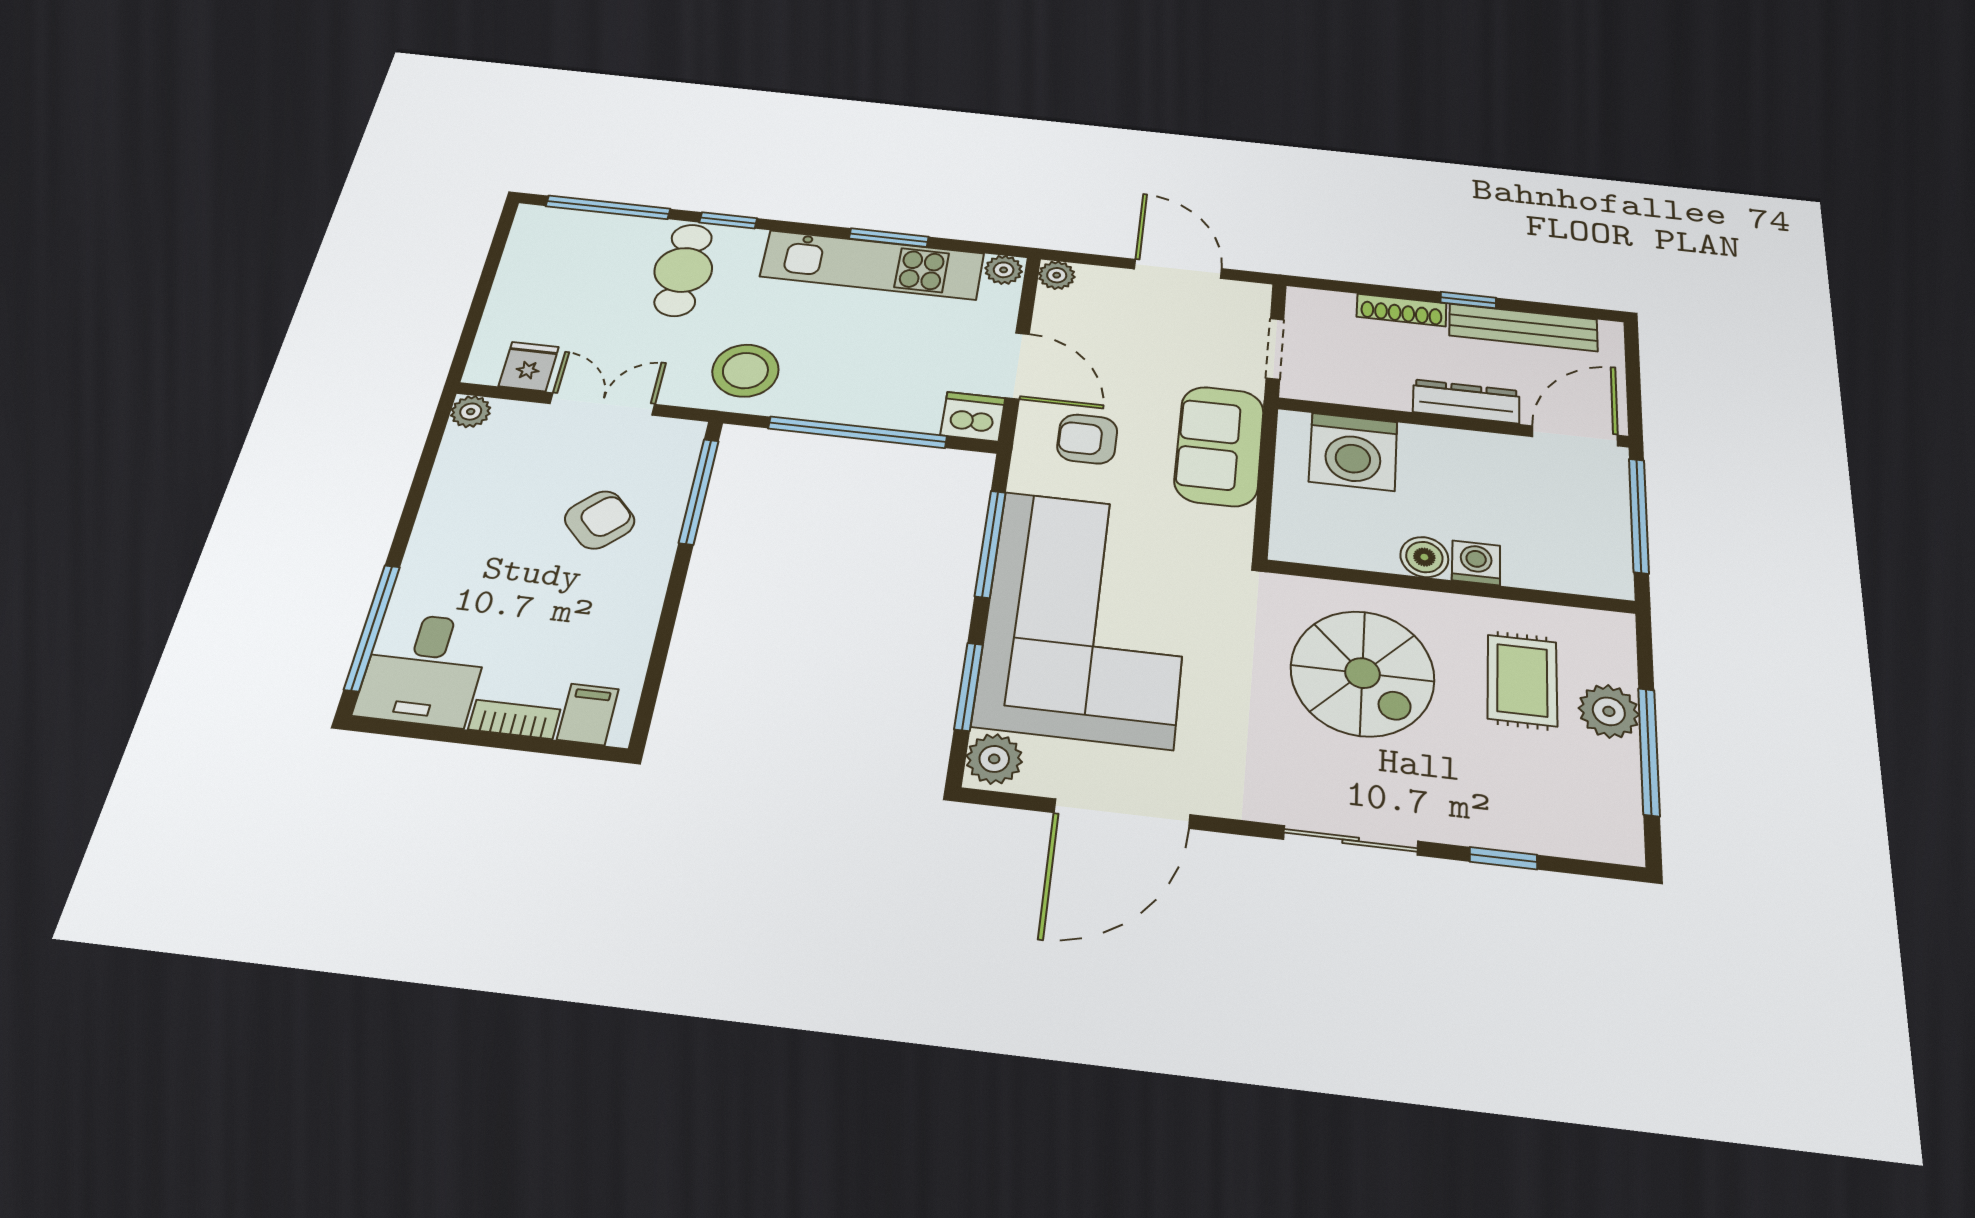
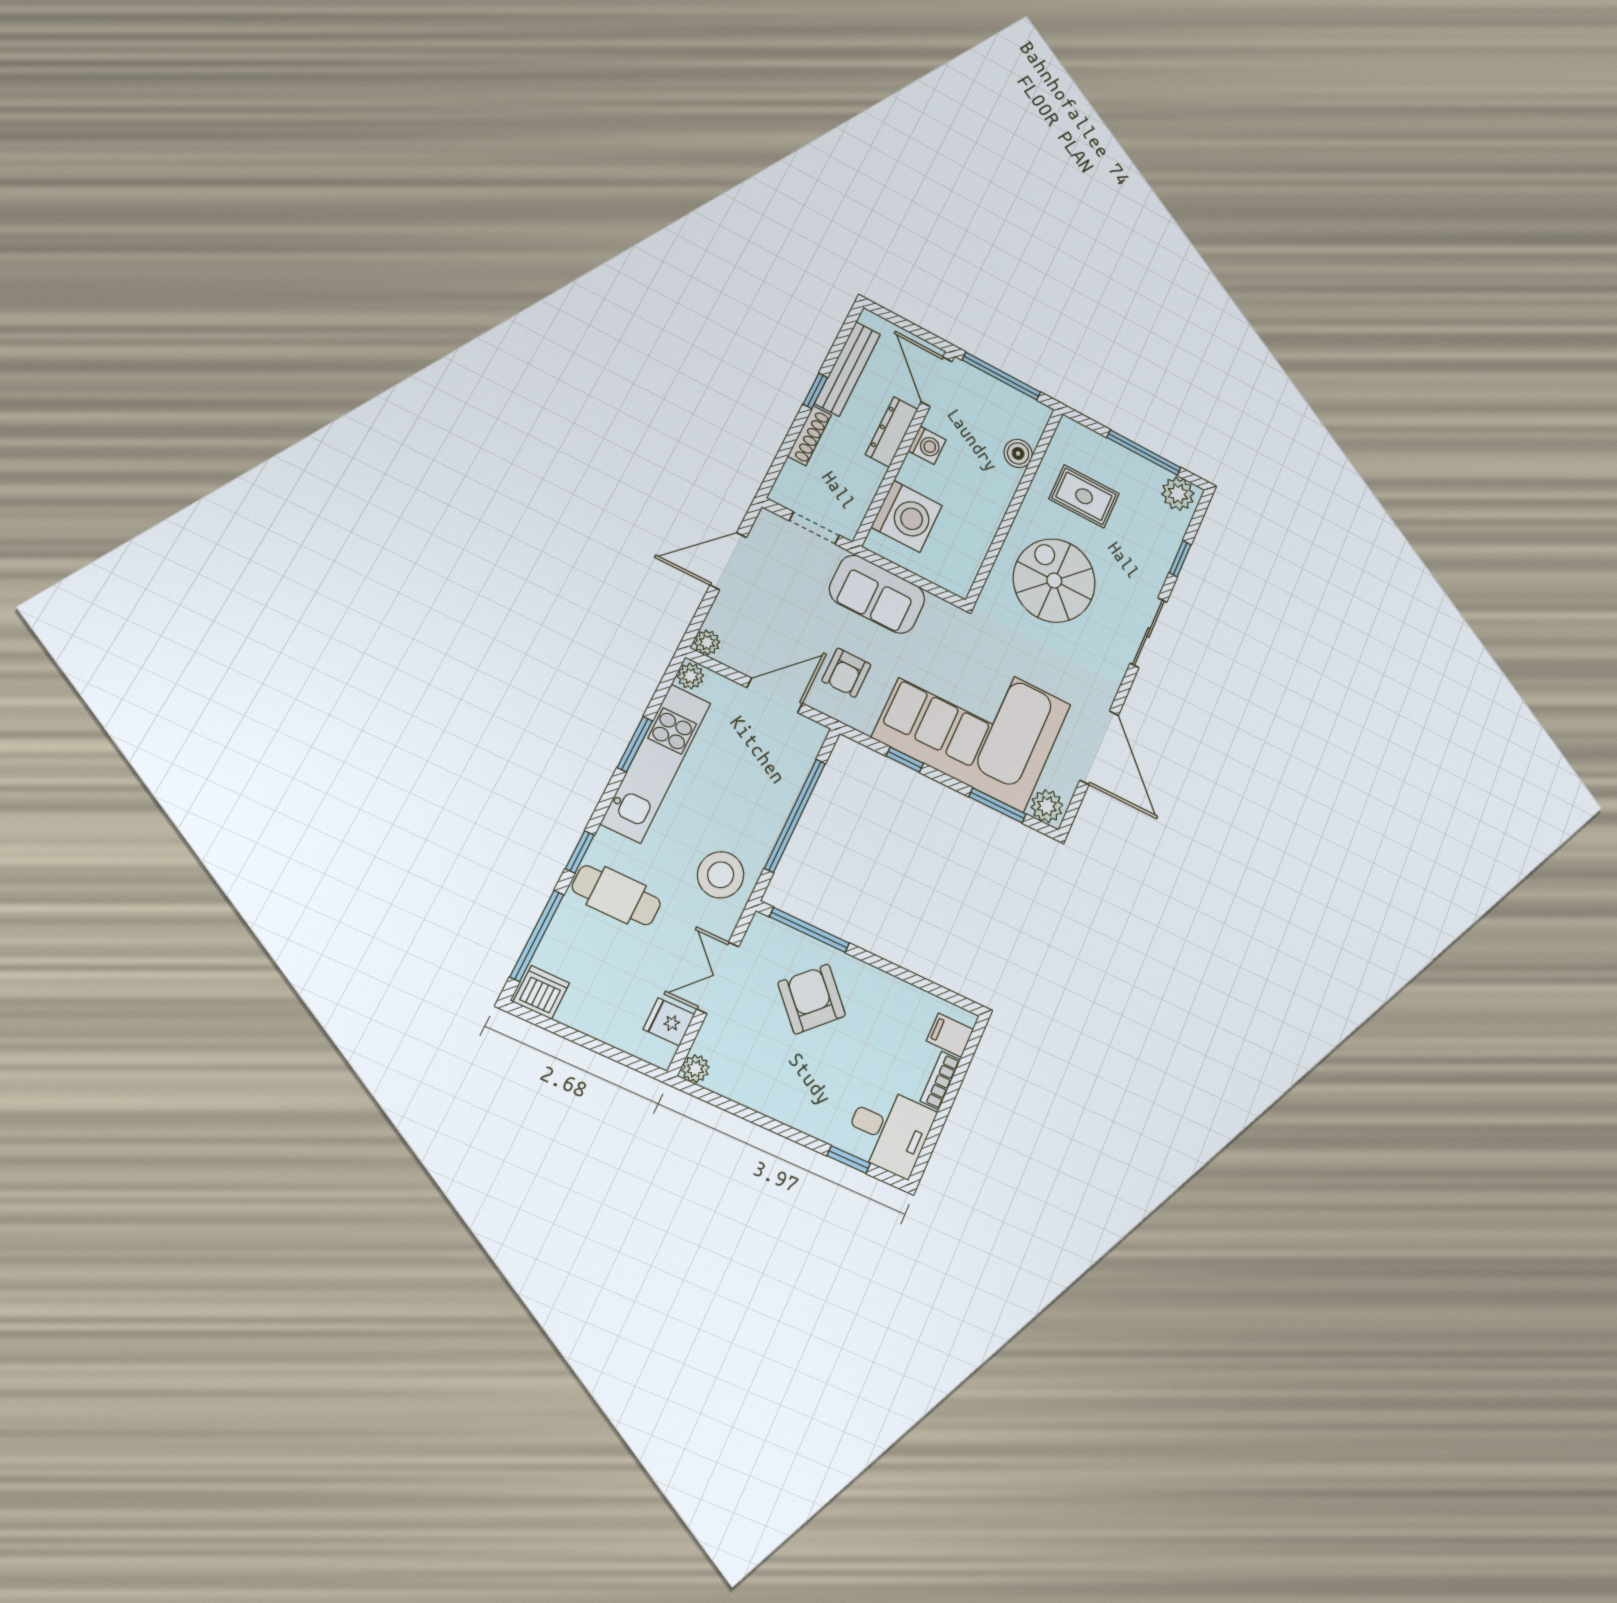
dishwasher: (973, 417) -> (541, 992), moved, turned 90
armchair: (600, 520) -> (812, 999), width x1.38, depth x1.38
window: (990, 544) -> (905, 760), width x0.46
boiler: (1424, 557) -> (1018, 453), moved
washing machine: (1476, 563) -> (927, 445), moved, turned 180
window: (372, 628) -> (849, 1160), width x0.46
spiral stairs: (1362, 673) -> (1054, 581), turned -90
plant: (1609, 711) -> (1178, 494), moved

